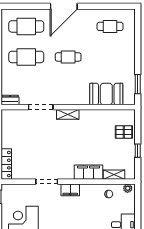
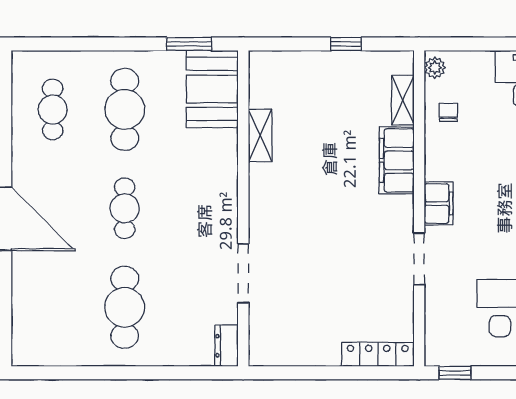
cafe table: (26, 26) -> (125, 109), moved
booth: (106, 94) -> (212, 89), moved
shelving: (68, 114) -> (260, 135), moved
pallet: (124, 132) -> (302, 77), removed

